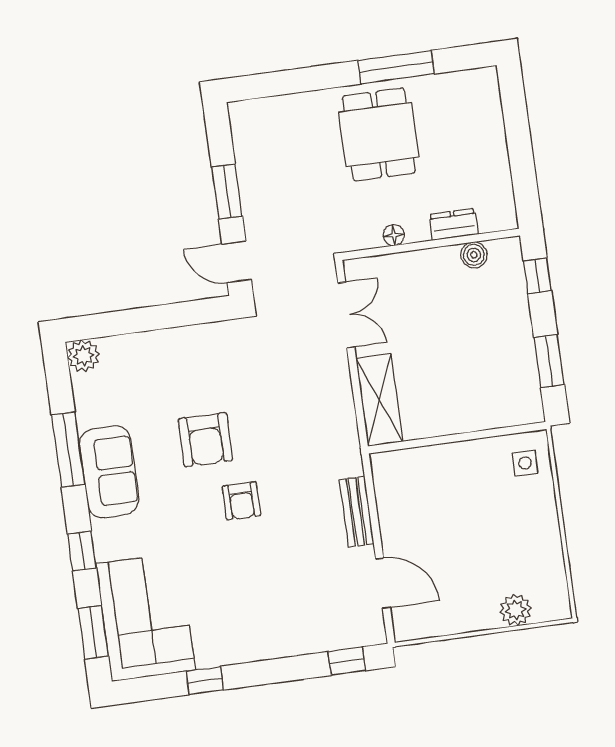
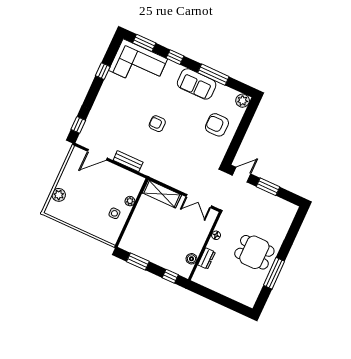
armchair: (205, 440) -> (217, 125), moved
plant: (436, 456) -> (130, 201), added
side table: (525, 463) -> (114, 213), moved

